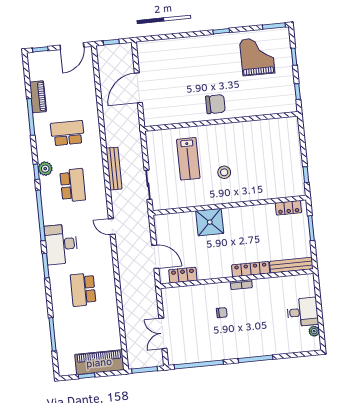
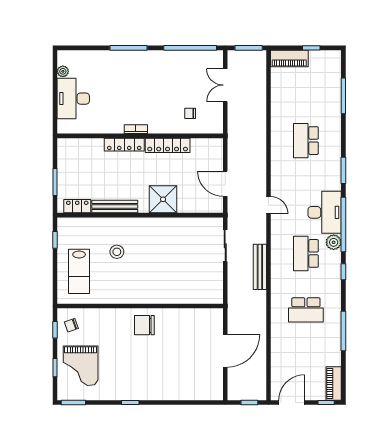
grand piano: (257, 56) -> (81, 366), moved
piano: (38, 97) -> (334, 384), moved
chair: (283, 97) -> (71, 325), added
lab bench: (188, 159) -> (79, 271), moved, turned 180
plant: (45, 169) -> (334, 242), moved
stool: (224, 172) -> (117, 252), moved
desk: (61, 244) -> (325, 212), moved
door: (155, 257) -> (225, 184), moved
bench: (291, 265) -> (115, 207), moved
locker: (183, 275) -> (168, 145), moved, width x1.53
school desk: (83, 290) -> (306, 141), turned 180
desk: (303, 312) -> (73, 99), width x1.37
chair: (222, 313) -> (190, 113), moved
double door: (163, 333) -> (225, 85), swing flipped
piano: (99, 362) -> (289, 58), width x0.73, depth x0.75

